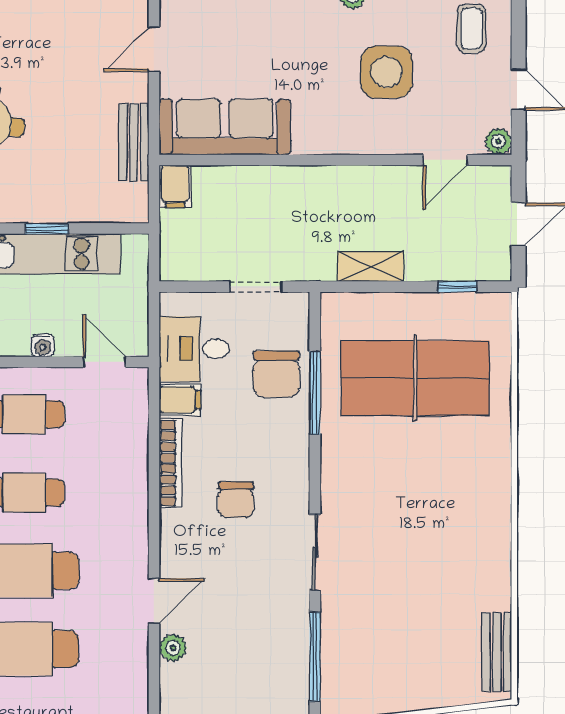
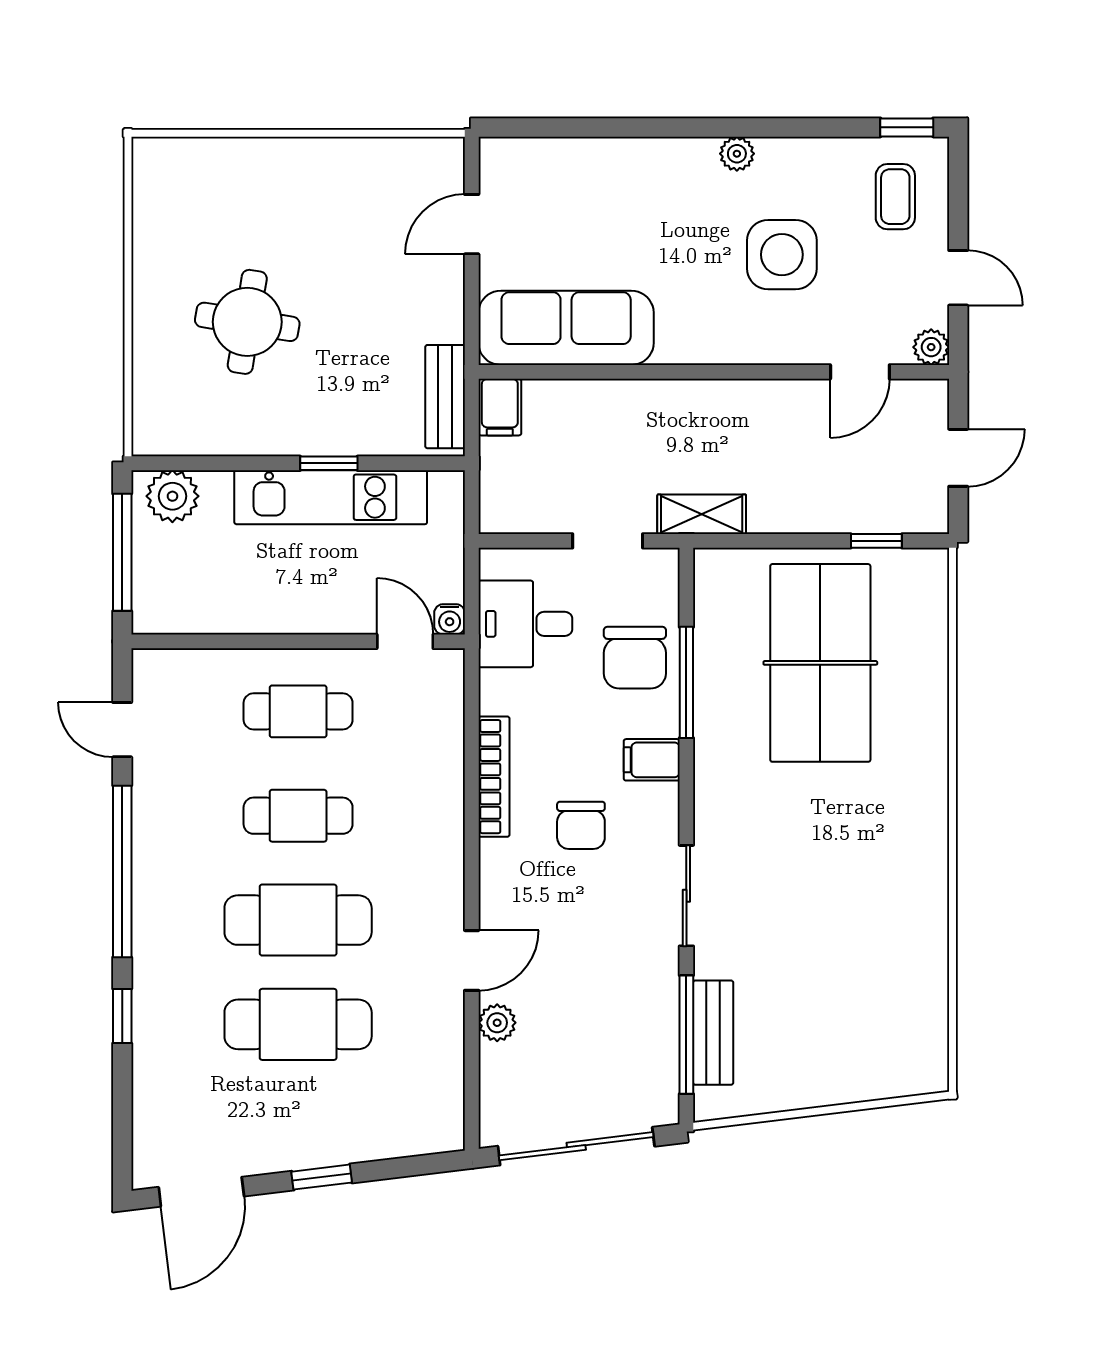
bench: (134, 142) -> (445, 397), moved
shelving: (370, 267) -> (702, 514), moved
water cooler: (43, 345) -> (450, 619), moved
table tennis table: (415, 378) -> (820, 663), turned 90
filing cabinet: (180, 400) -> (652, 760), moved, turned 180
bench: (497, 652) -> (713, 1033), moved

